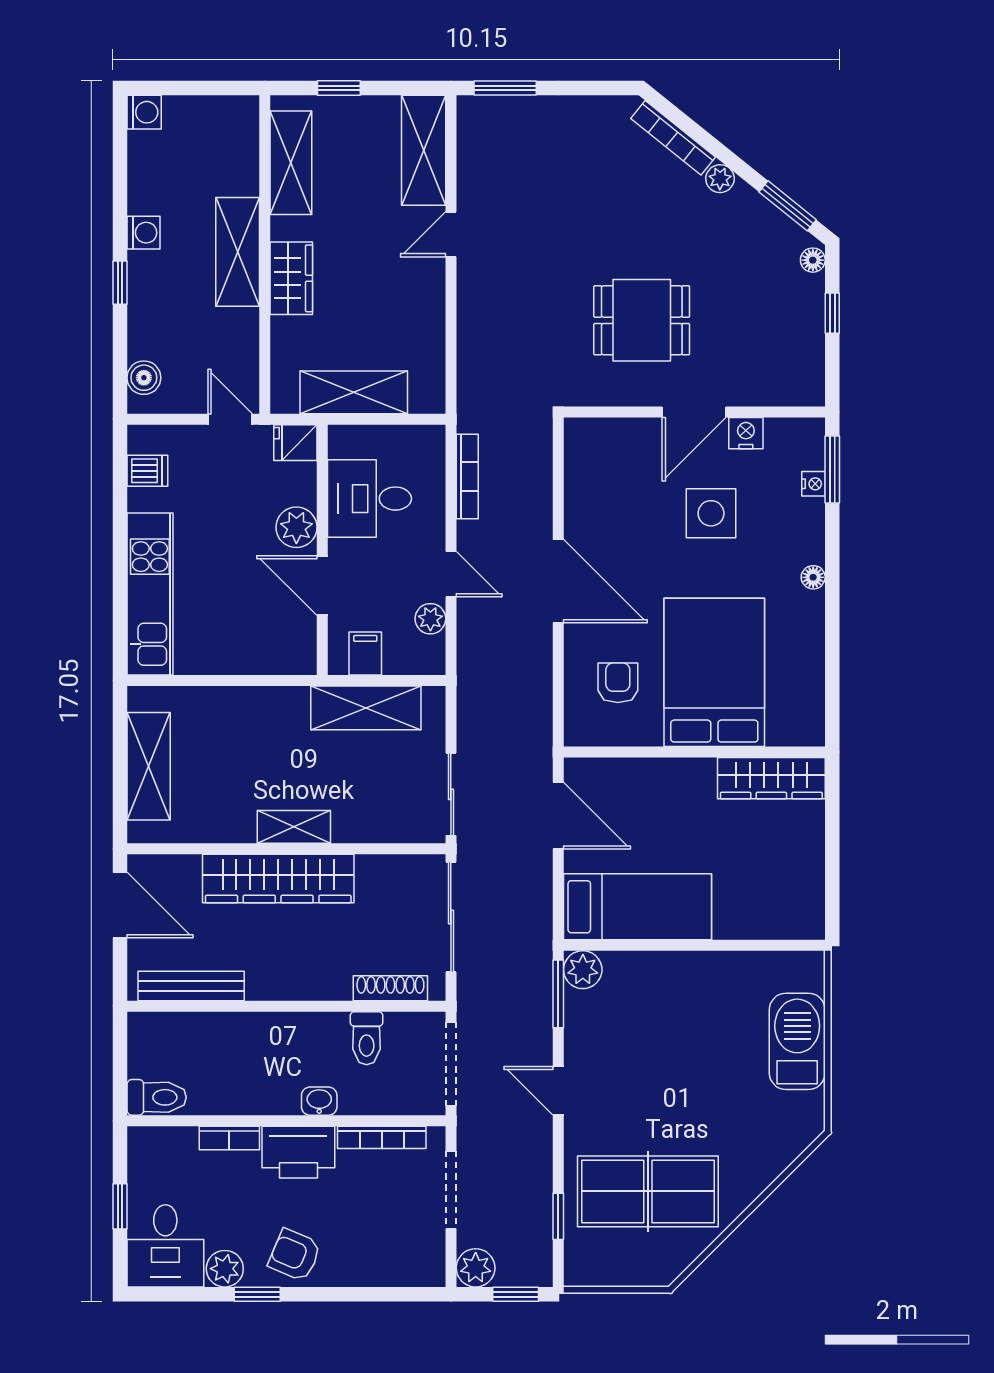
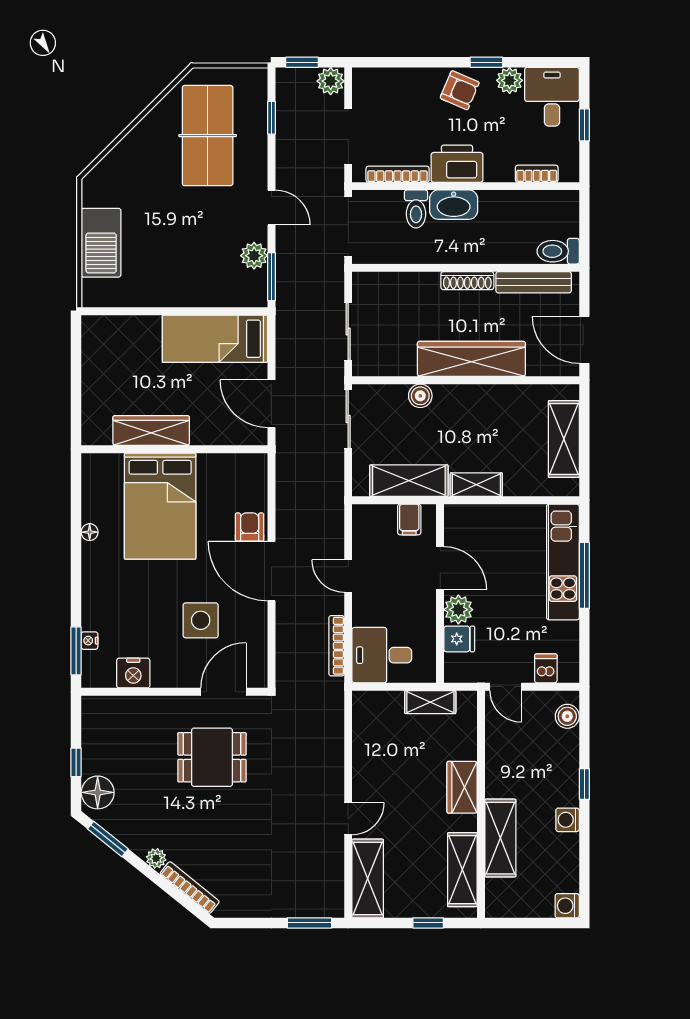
shelving: (238, 252) -> (500, 838), moved
floor lamp: (813, 260) -> (98, 792), width x1.89, depth x1.89
shelving: (354, 392) -> (430, 702), width x0.67, depth x0.75
door: (694, 412) -> (224, 692), moved
nightstand: (746, 433) -> (133, 673), width x1.36, depth x1.33
fridge: (295, 443) -> (459, 639), moved
dishwasher: (147, 471) -> (546, 668), moved, turned 90
desk: (369, 499) -> (382, 655), moved, turned 180
side table: (711, 513) -> (201, 620), moved
window: (120, 575) -> (584, 575), added
floor lamp: (813, 577) -> (90, 532), moved
plant: (430, 619) -> (363, 544), removed
armchair: (618, 683) -> (250, 527), moved, turned 180
wardrobe: (771, 778) -> (151, 431), moved
shelving: (294, 827) -> (476, 485), moved
boiler: (350, 827) -> (420, 396), added
sliding door: (451, 917) -> (348, 332), width x0.73
plant: (583, 970) -> (254, 256), moved
shoe rack: (390, 988) -> (467, 281), moved
toilet: (367, 1038) -> (416, 209), moved, turned 180
toilet: (157, 1097) -> (558, 251), moved
washbasin: (319, 1101) -> (454, 205), width x1.91, depth x1.45
bookcase: (229, 1138) -> (537, 174), moved
table tennis table: (648, 1191) -> (208, 136), turned 90

